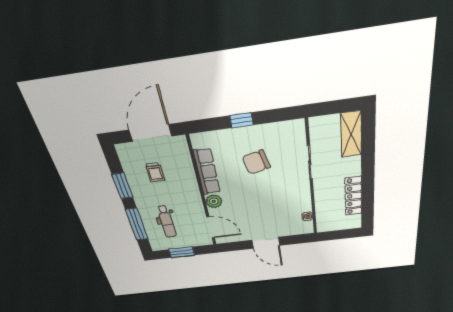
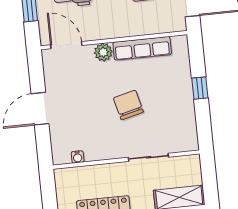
chair: (256, 162) -> (128, 105), moved
door: (211, 227) -> (66, 45), swing flipped

